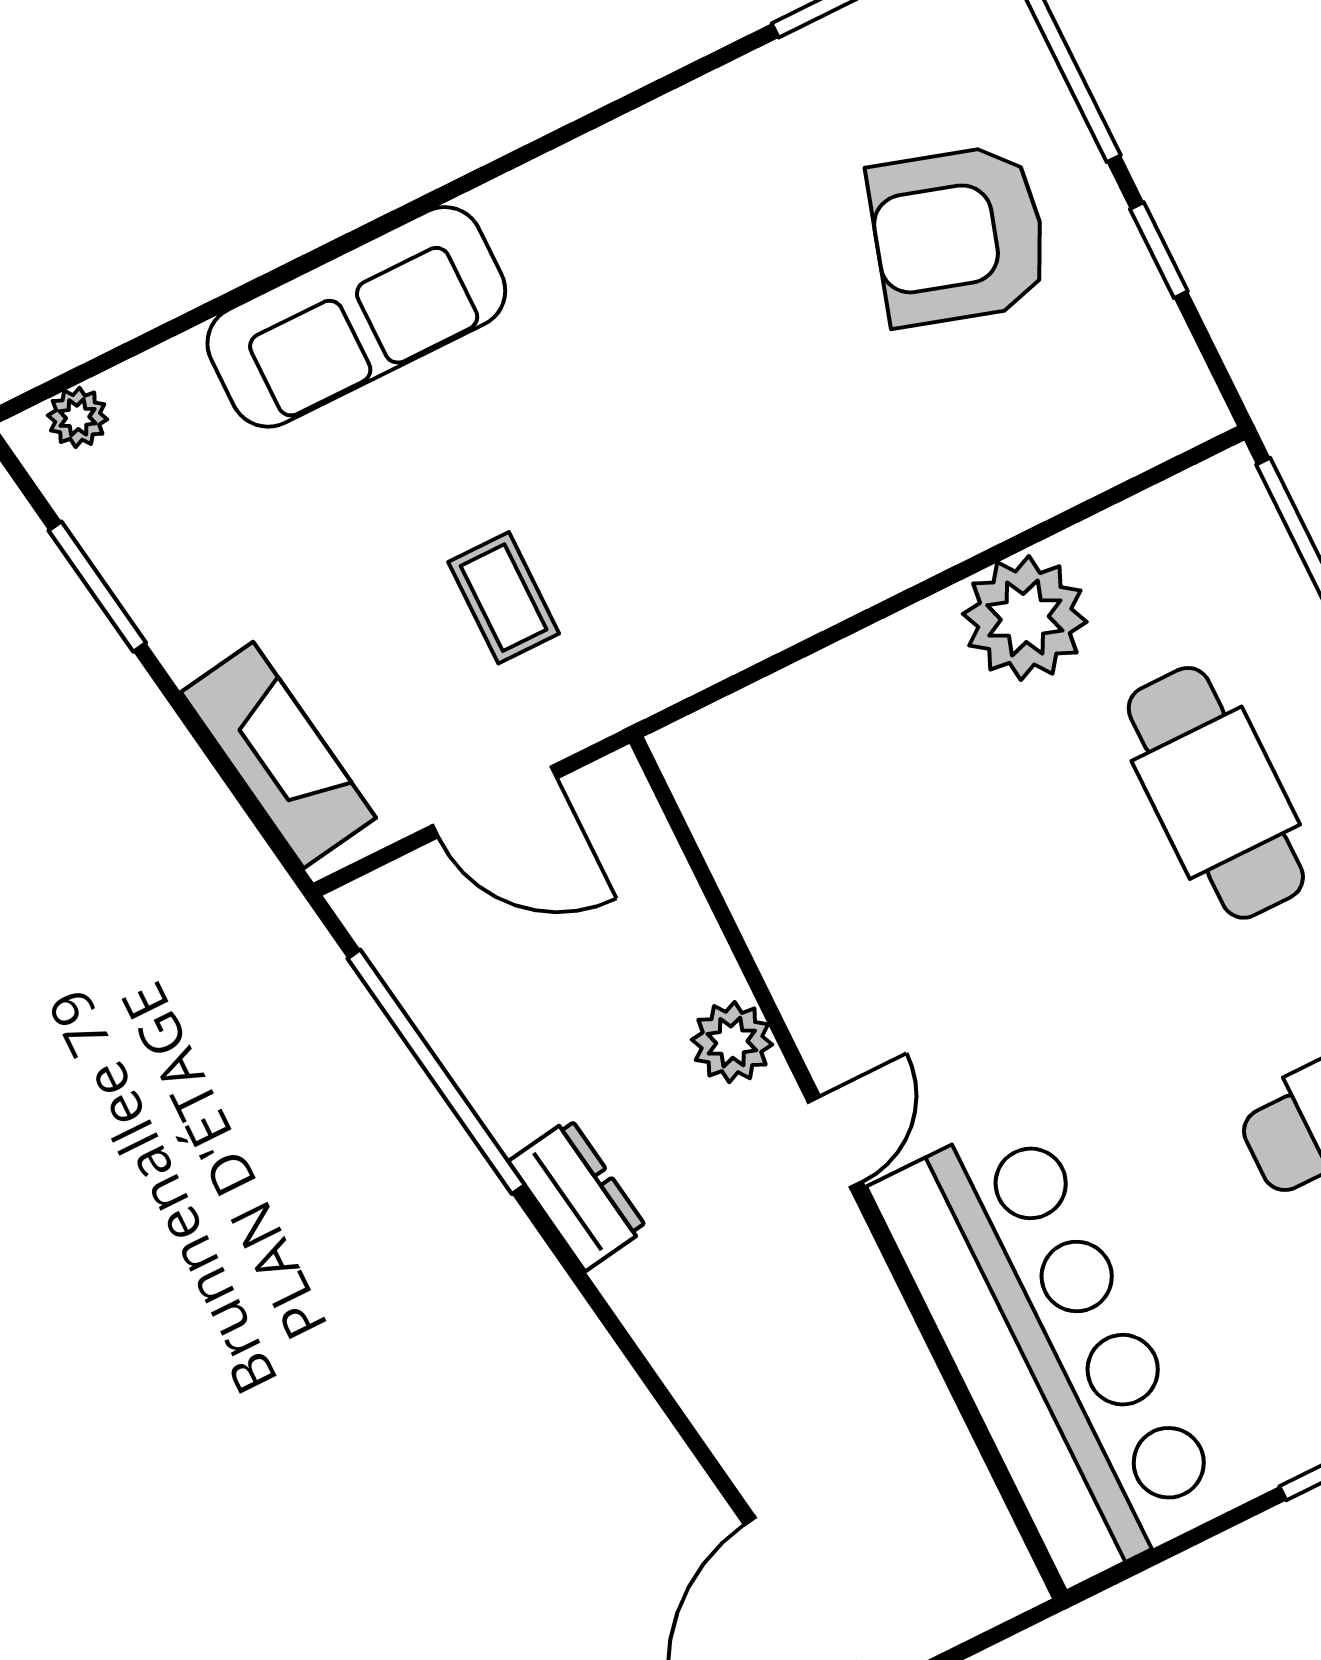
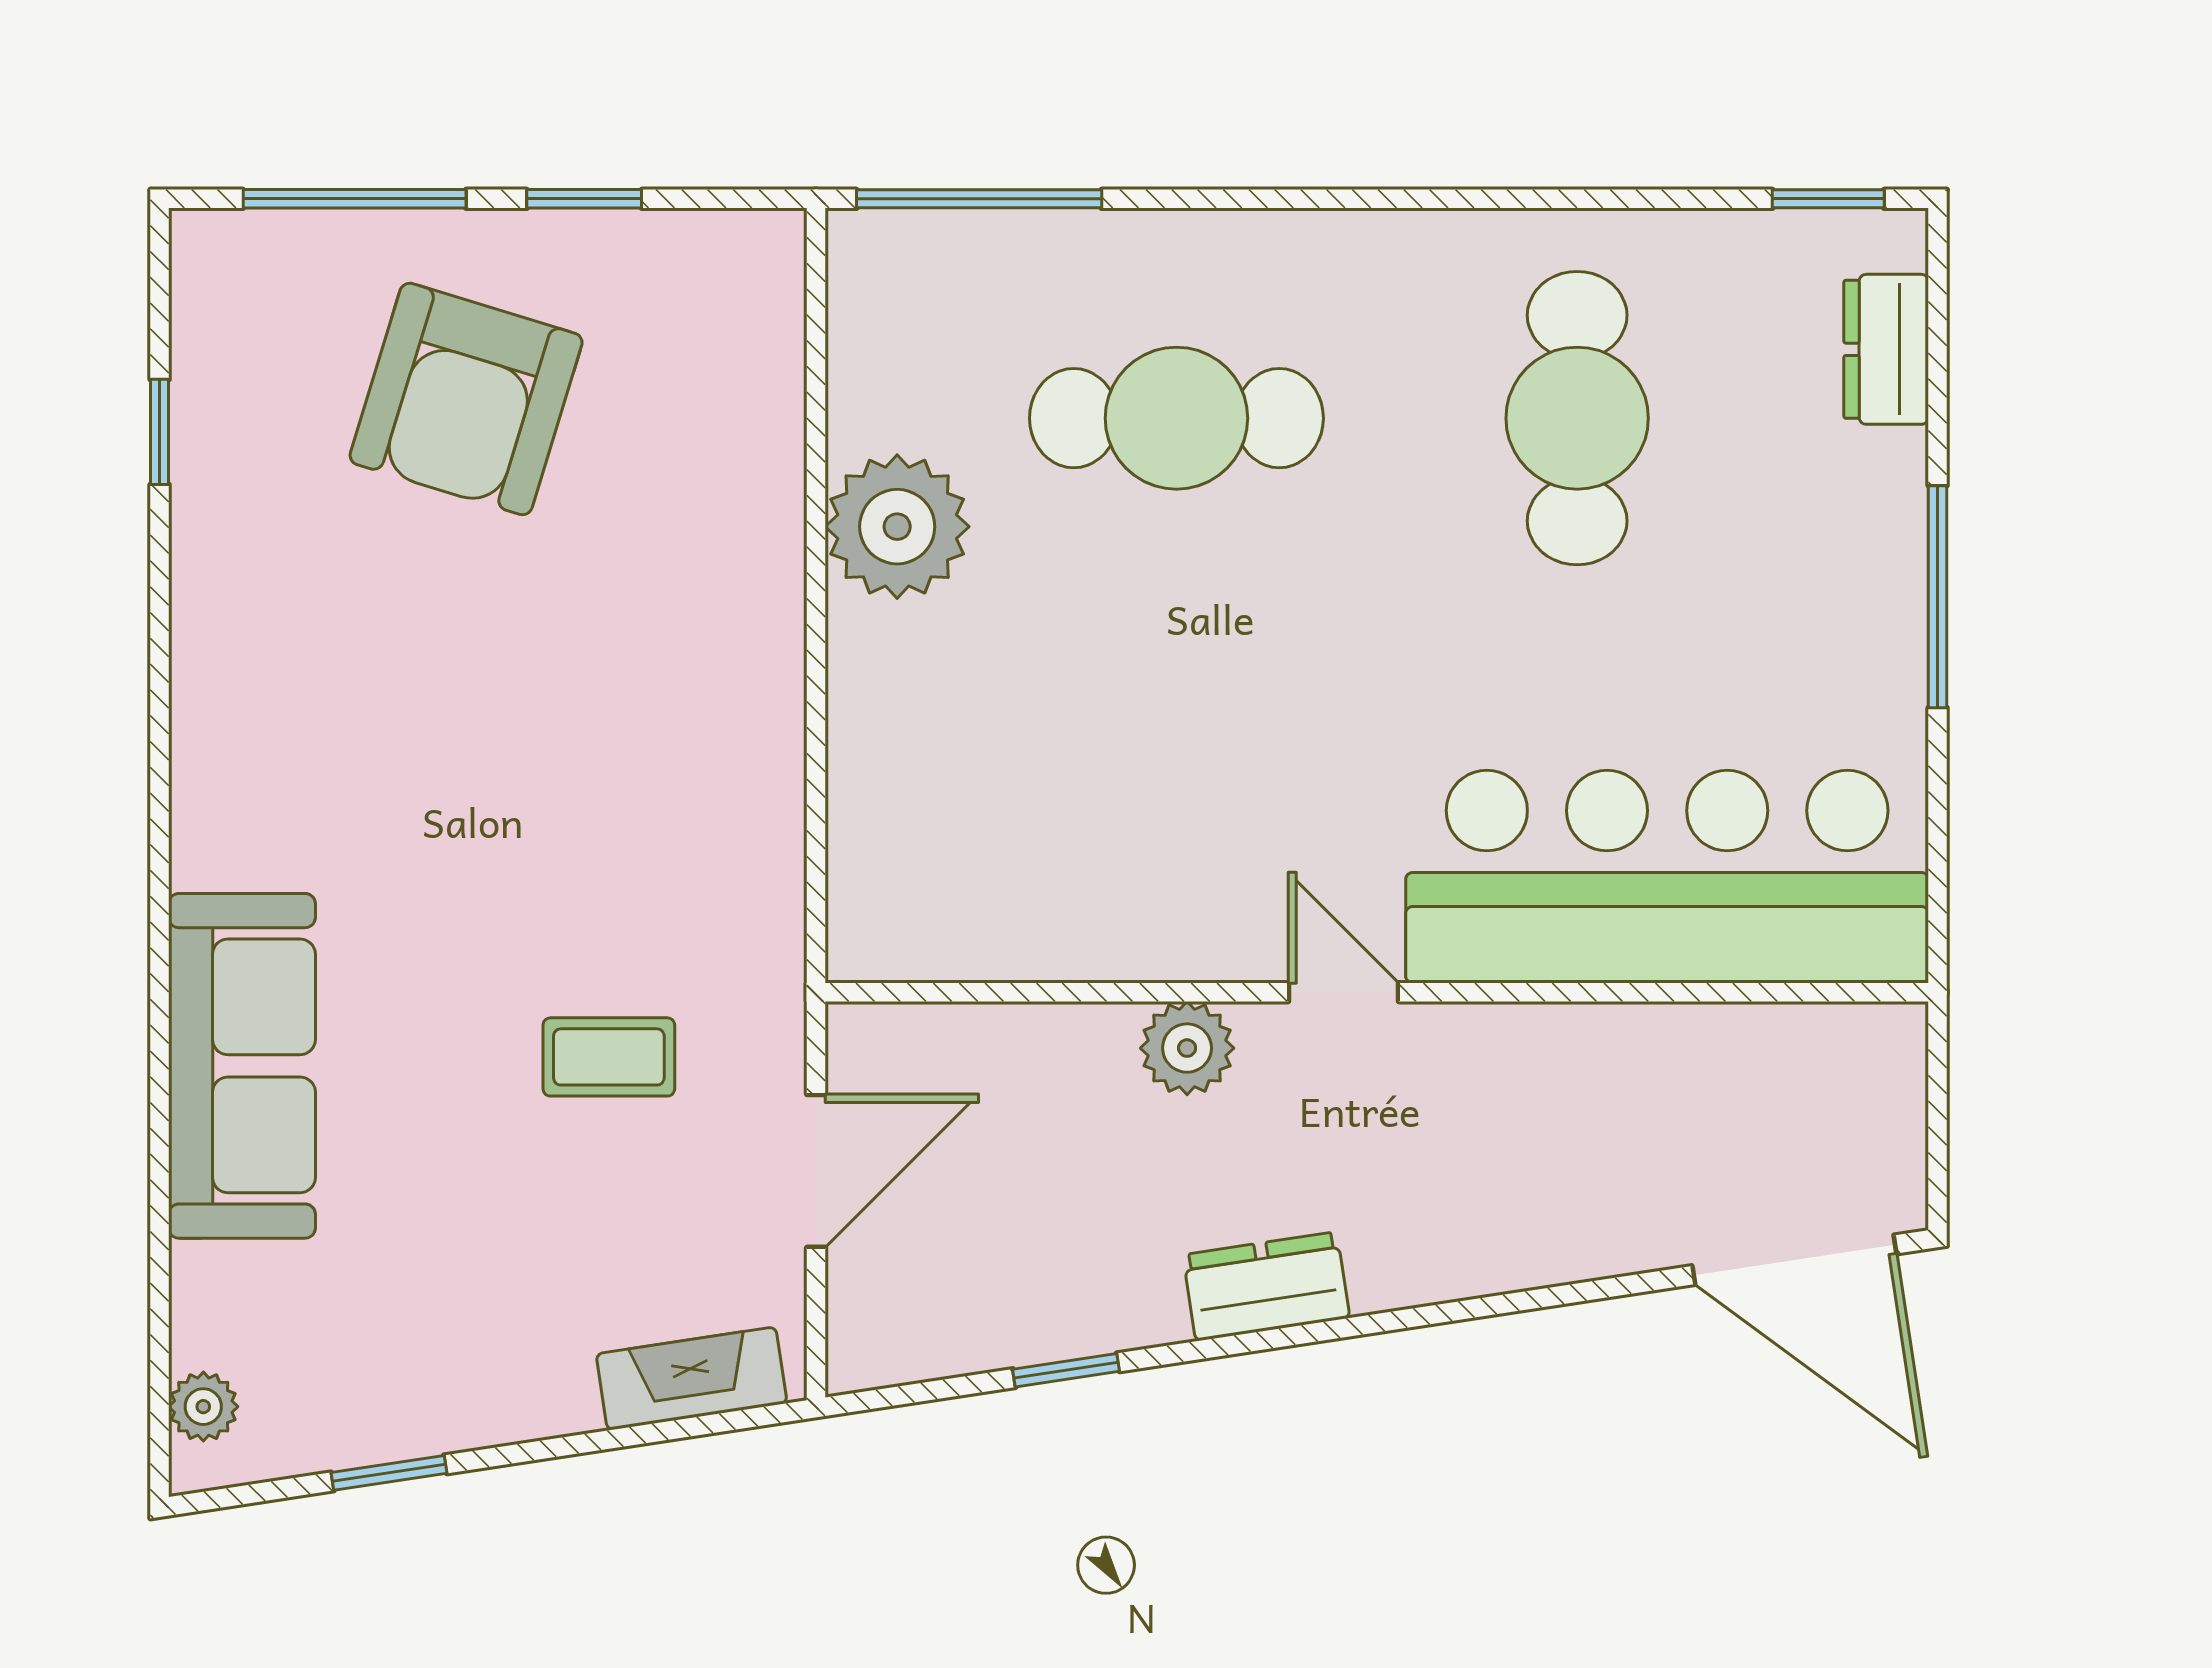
window: (97, 587) -> (389, 1473), width x0.67
fireplace: (278, 755) -> (692, 1378), width x0.73, depth x0.76
window: (436, 1072) -> (1066, 1370), width x0.32

